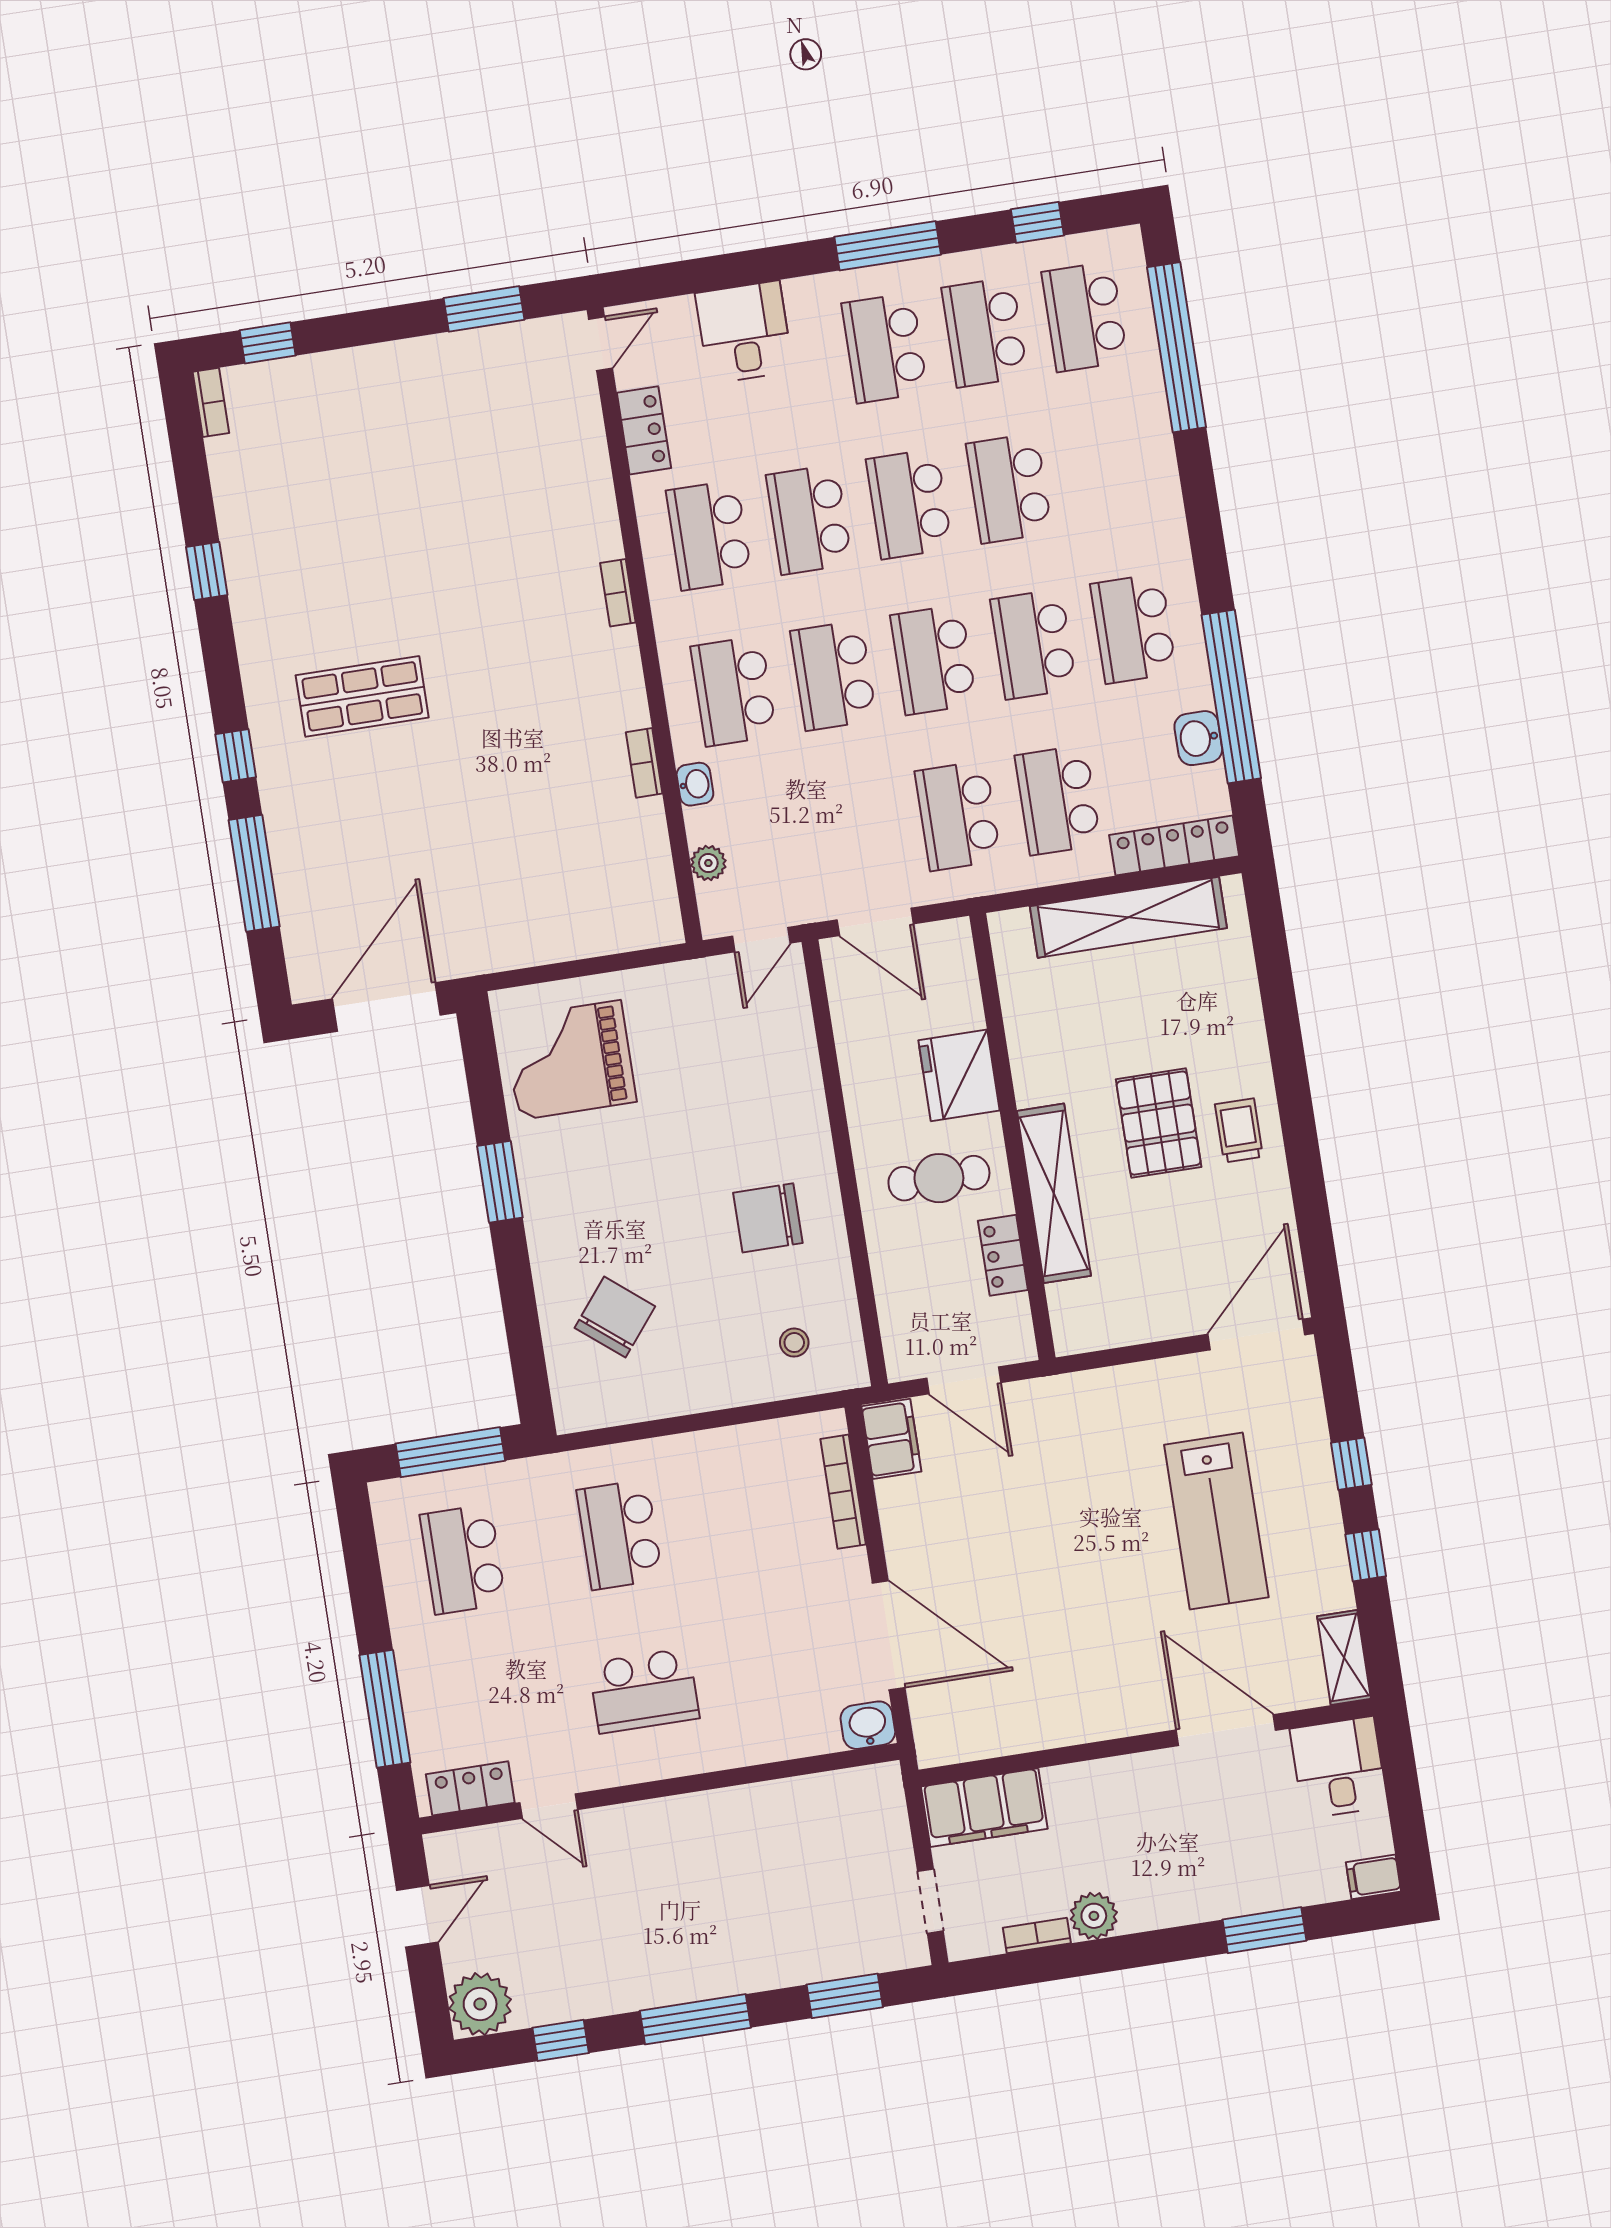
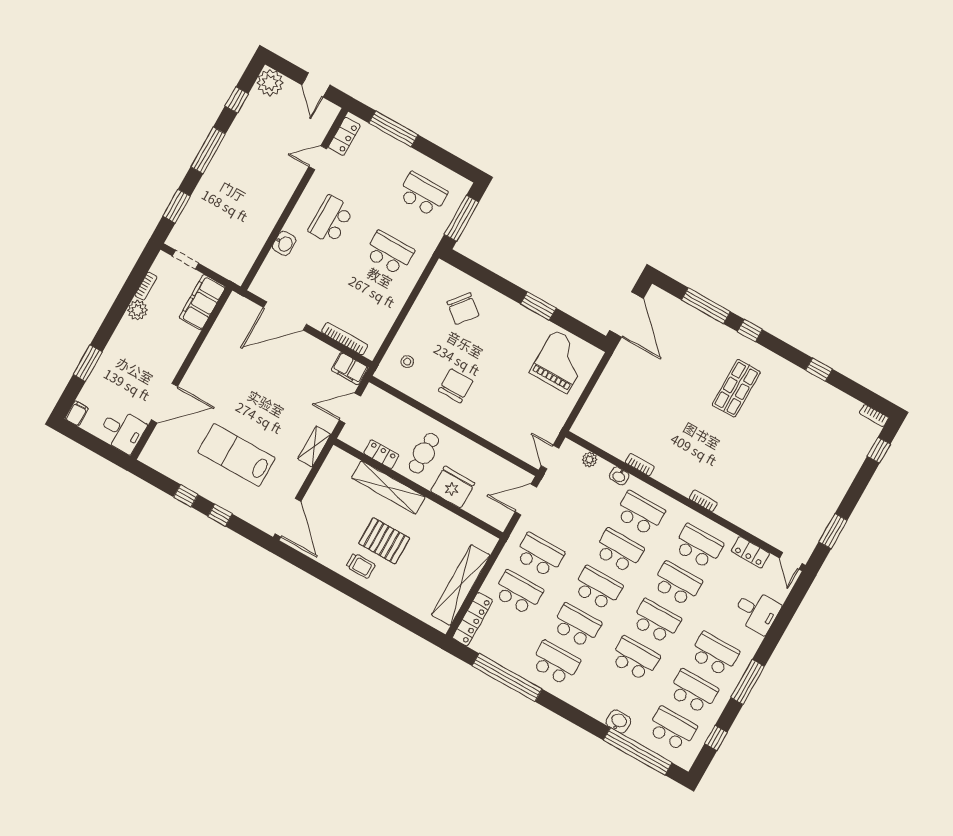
washbasin: (1198, 738) -> (618, 722), moved
shelving: (1344, 1657) -> (314, 447), moved, turned 90
washbasin: (868, 1725) -> (284, 243), moved

